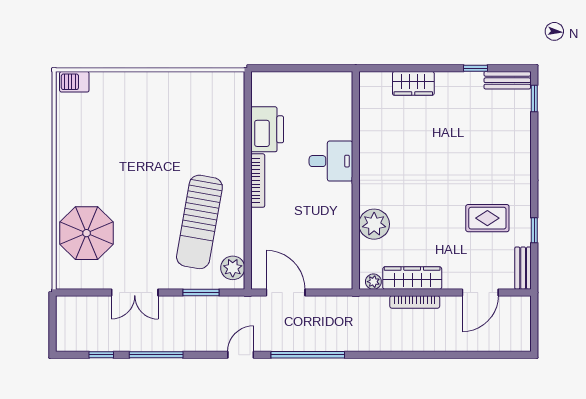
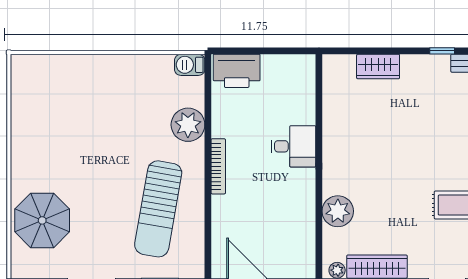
barbecue: (74, 82) -> (190, 65), moved
printer: (267, 129) -> (237, 71), moved, turned 90
plant: (233, 268) -> (188, 125), moved, width x1.36, depth x1.36

